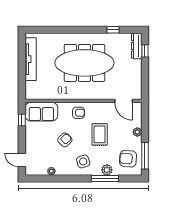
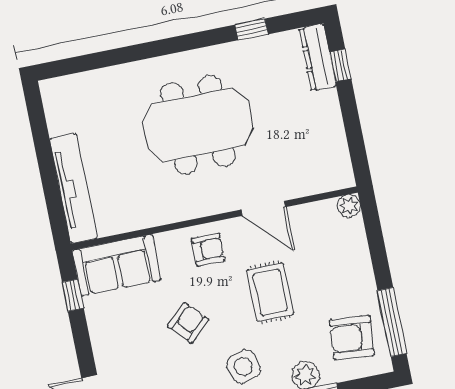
tv unit: (31, 59) -> (74, 189), moved
meeting table: (84, 63) -> (198, 125), width x0.73
door: (124, 101) -> (263, 208), moved
plant: (137, 132) -> (349, 206), moved

